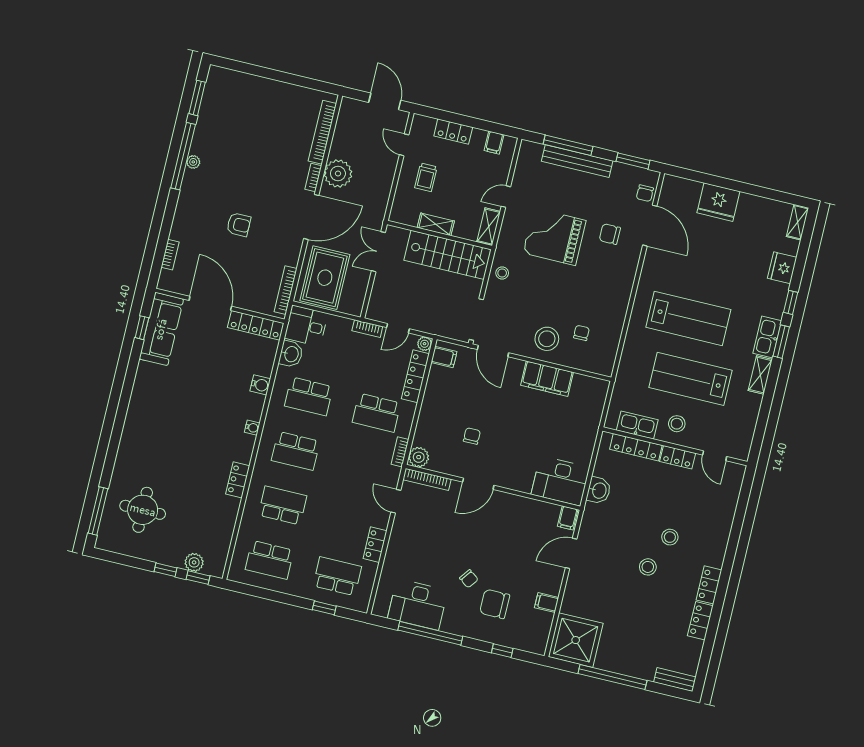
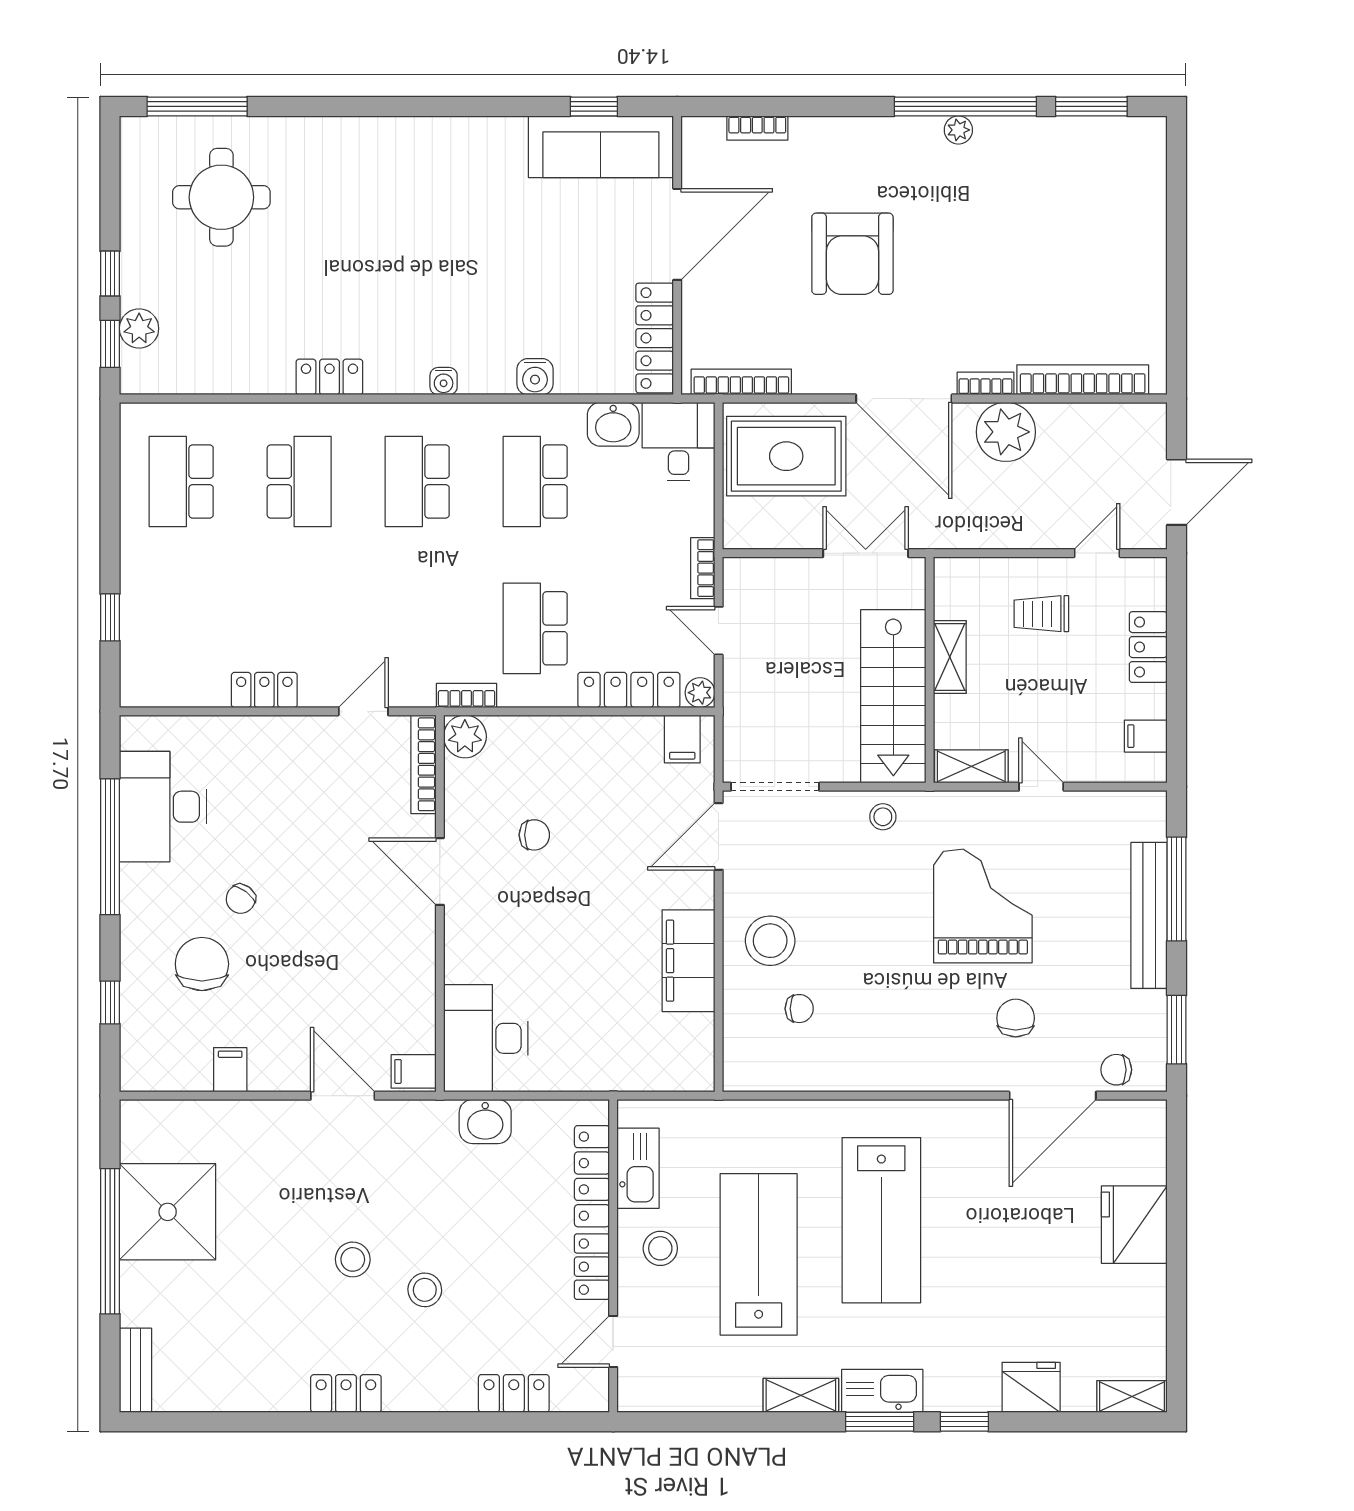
armchair: (239, 225) -> (852, 254), width x1.88, depth x1.88
school desk: (337, 576) -> (181, 628), removed
locker: (700, 621) -> (514, 1393), moved
shower: (576, 640) -> (168, 1212), moved

